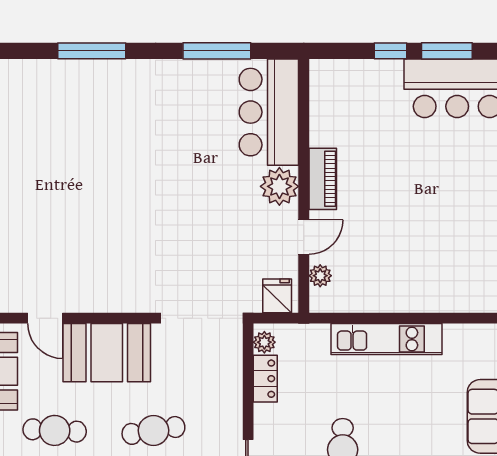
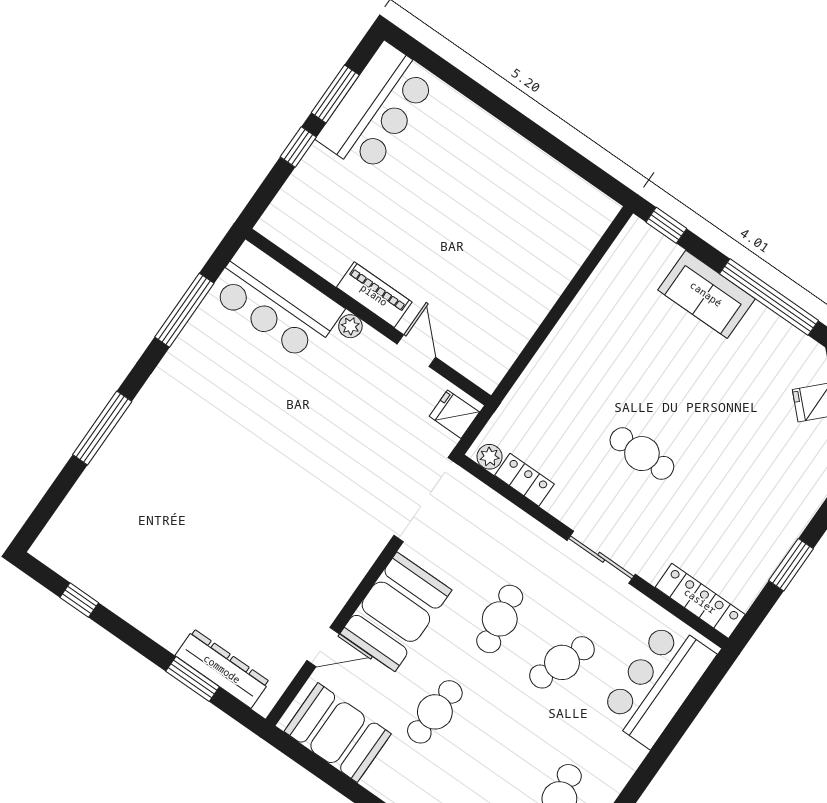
plant: (279, 186) -> (350, 326), width x0.53, depth x0.53
plant: (320, 276) -> (464, 361), removed
kitchen unit: (386, 339) -> (567, 340), removed

